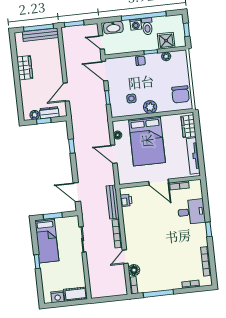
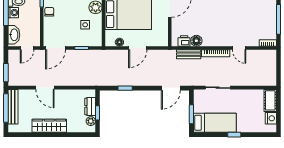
wardrobe: (25, 68) -> (49, 126), width x1.50
door: (66, 92) -> (45, 88), moved
bench: (113, 202) -> (189, 54), width x0.73
floor lamp: (134, 270) -> (196, 41), moved

